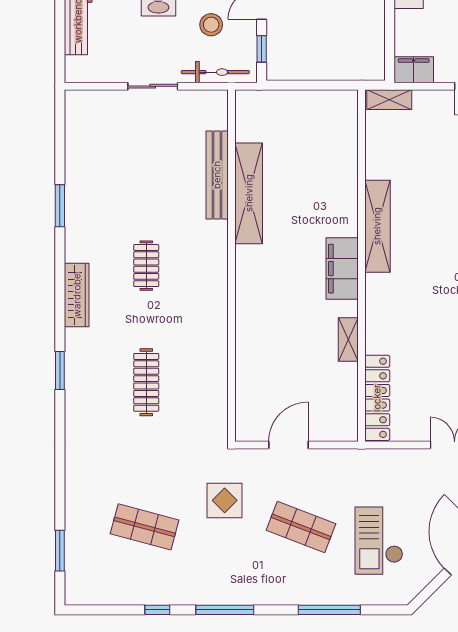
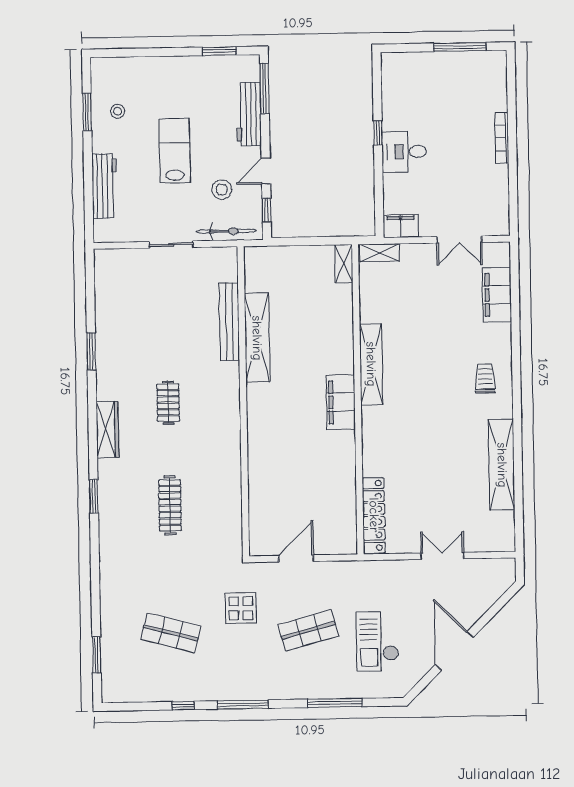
shelving: (348, 339) -> (344, 264), moved
shop shelf: (301, 527) -> (308, 630), turned -36

